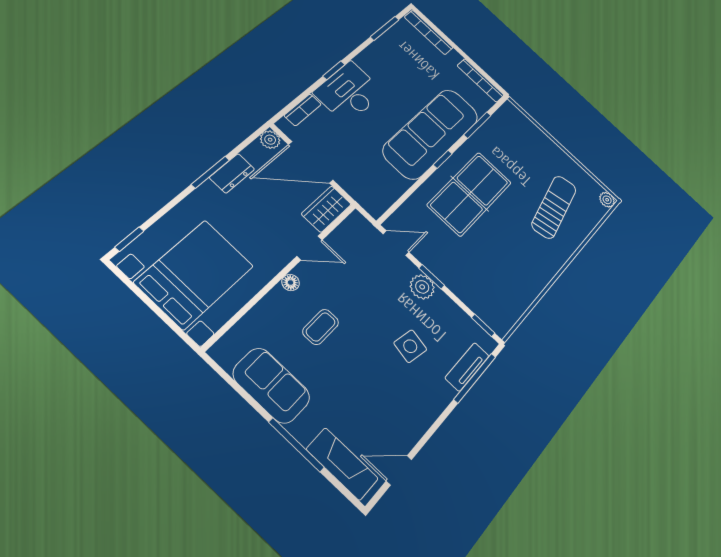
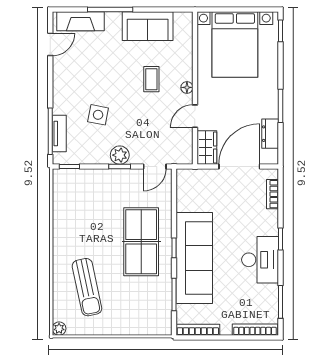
desk: (349, 92) -> (260, 260), moved
plant: (270, 140) -> (271, 157), removed
dresser: (232, 173) -> (270, 134), moved

